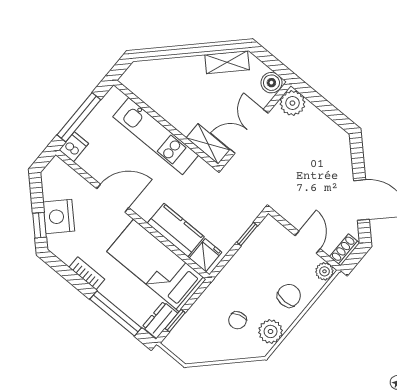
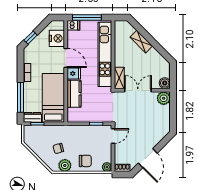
shelving: (227, 62) -> (141, 42), moved
kitchen unit: (156, 136) -> (105, 54), width x1.36
nightstand: (59, 217) -> (57, 38), moved, turned 135
door: (308, 242) -> (113, 136), moved
fridge: (205, 255) -> (74, 74), moved

